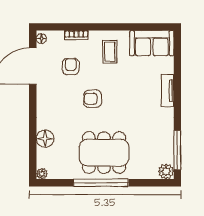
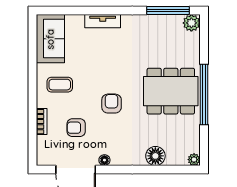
floor lamp: (41, 39) -> (104, 160), moved
armchair: (93, 99) -> (112, 104), turned 180
dining table: (104, 153) -> (171, 91), turned 90

